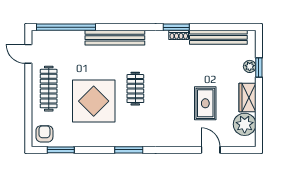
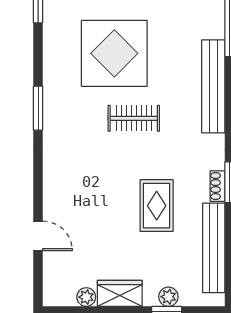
rug: (205, 103) -> (157, 206), moved, turned 90
plant: (245, 124) -> (86, 297), width x0.53, depth x0.53
door: (211, 150) -> (38, 236), hinge flipped

